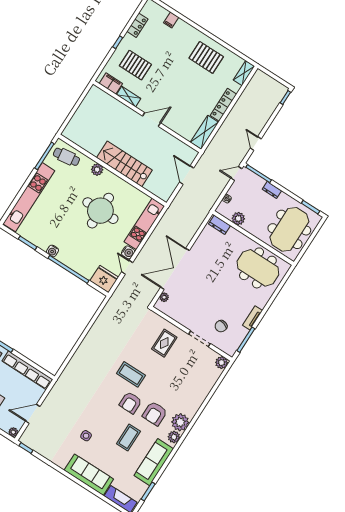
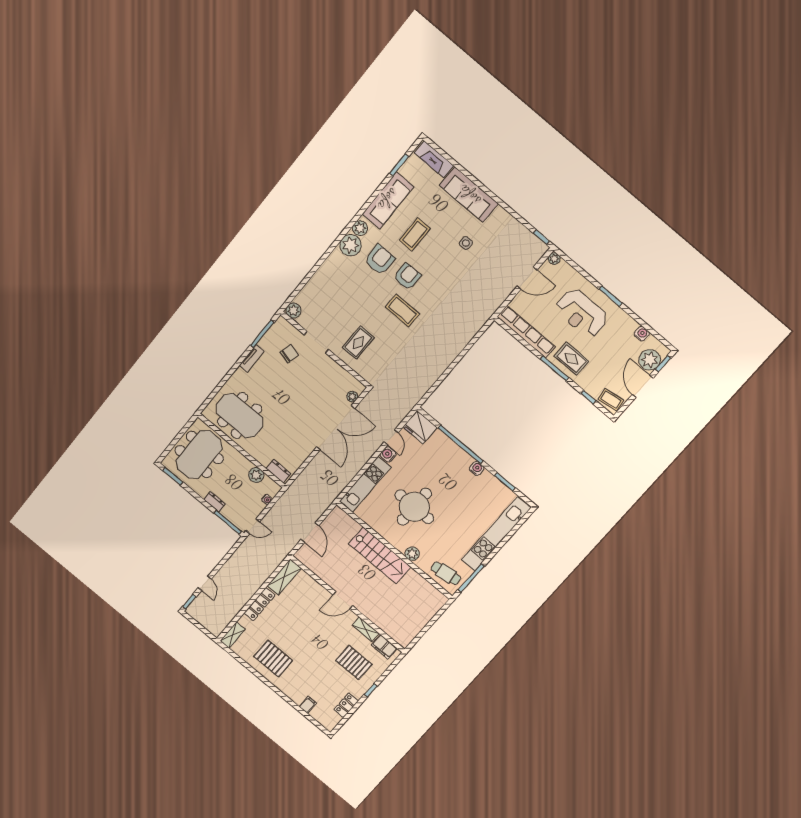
door: (256, 143) -> (205, 583), moved

